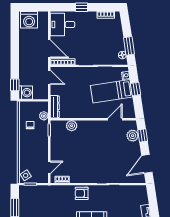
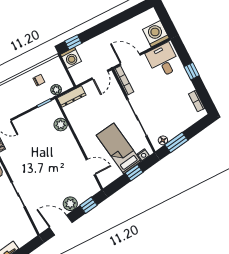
washing machine: (29, 20) -> (156, 34), moved, turned 90
door: (49, 49) -> (130, 59), swing flipped
plant: (133, 136) -> (70, 204), moved

